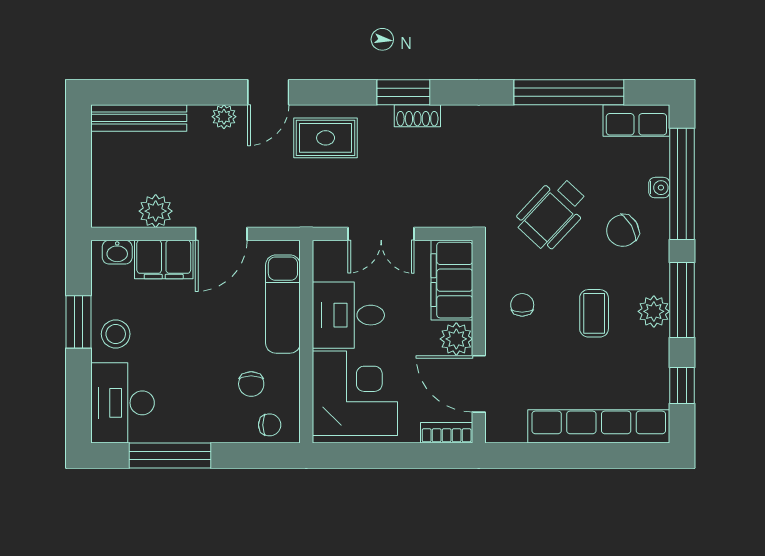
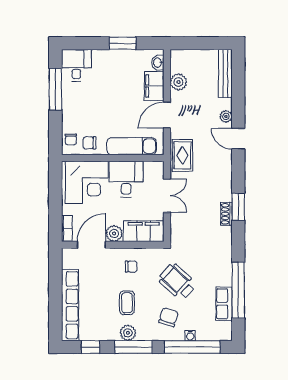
row of seats: (636, 120) -> (224, 304), moved
rug: (326, 138) -> (182, 155), moved
chair: (623, 231) -> (169, 317), turned 47
door: (221, 234) -> (167, 115), hinge flipped
double door: (381, 234) -> (167, 196), swing flipped
coffee table: (594, 313) -> (127, 303), turned 90
stool: (116, 334) -> (117, 62), removed
chair: (251, 384) -> (89, 143), moved
desk: (123, 403) -> (76, 65), width x0.73

